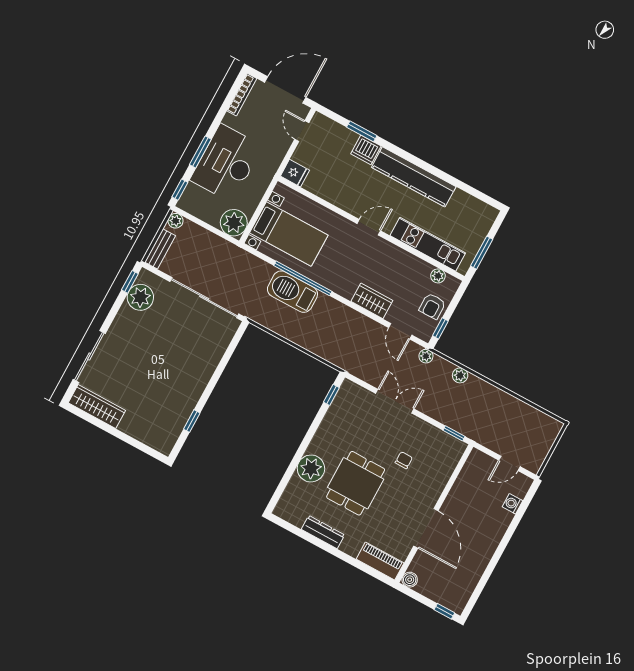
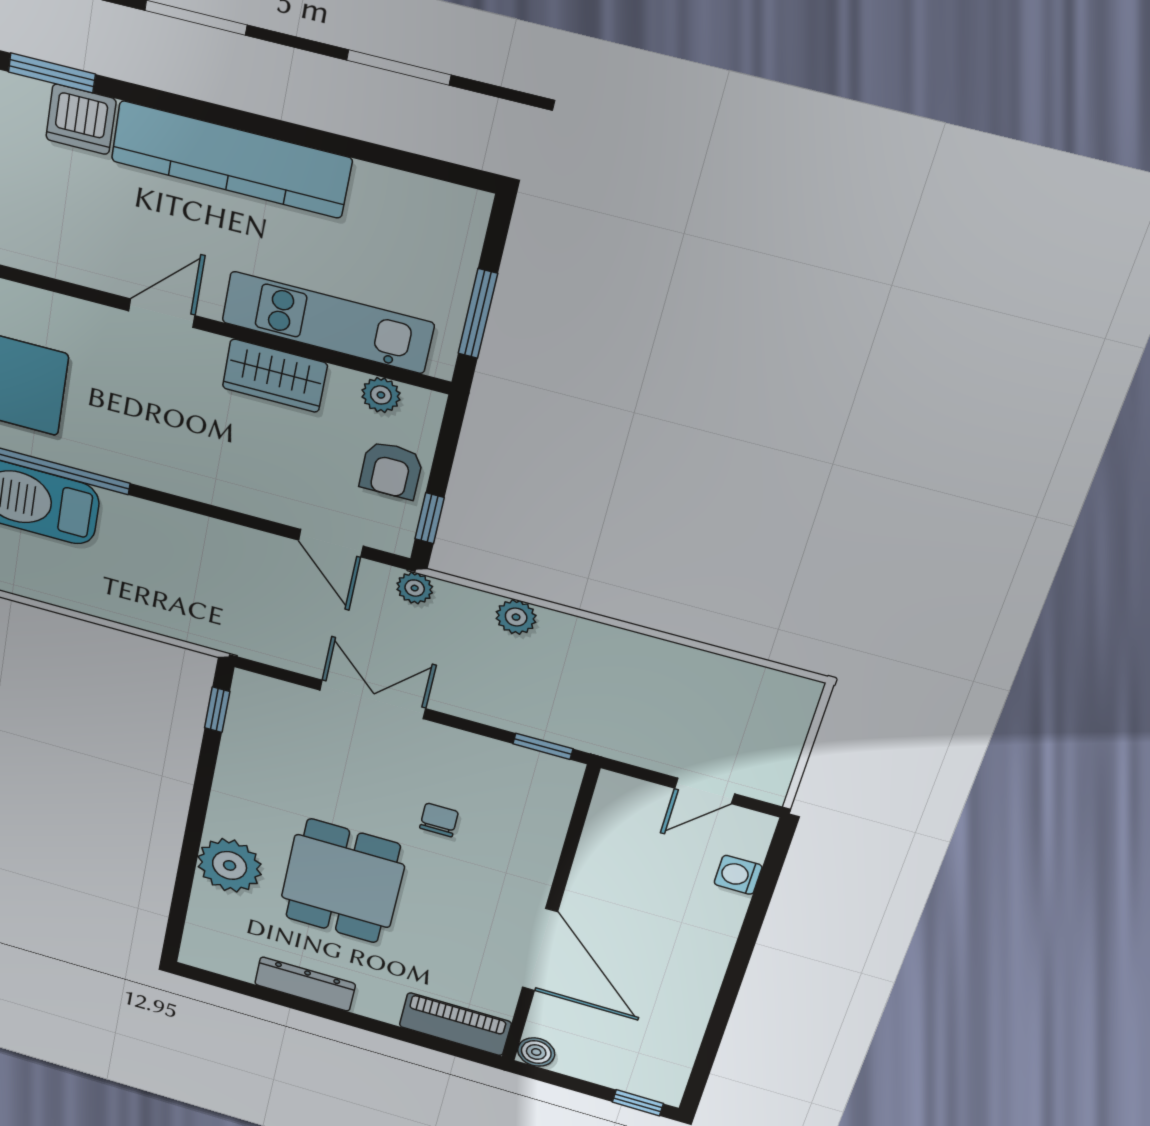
wardrobe: (372, 301) -> (275, 376), moved, turned 180

